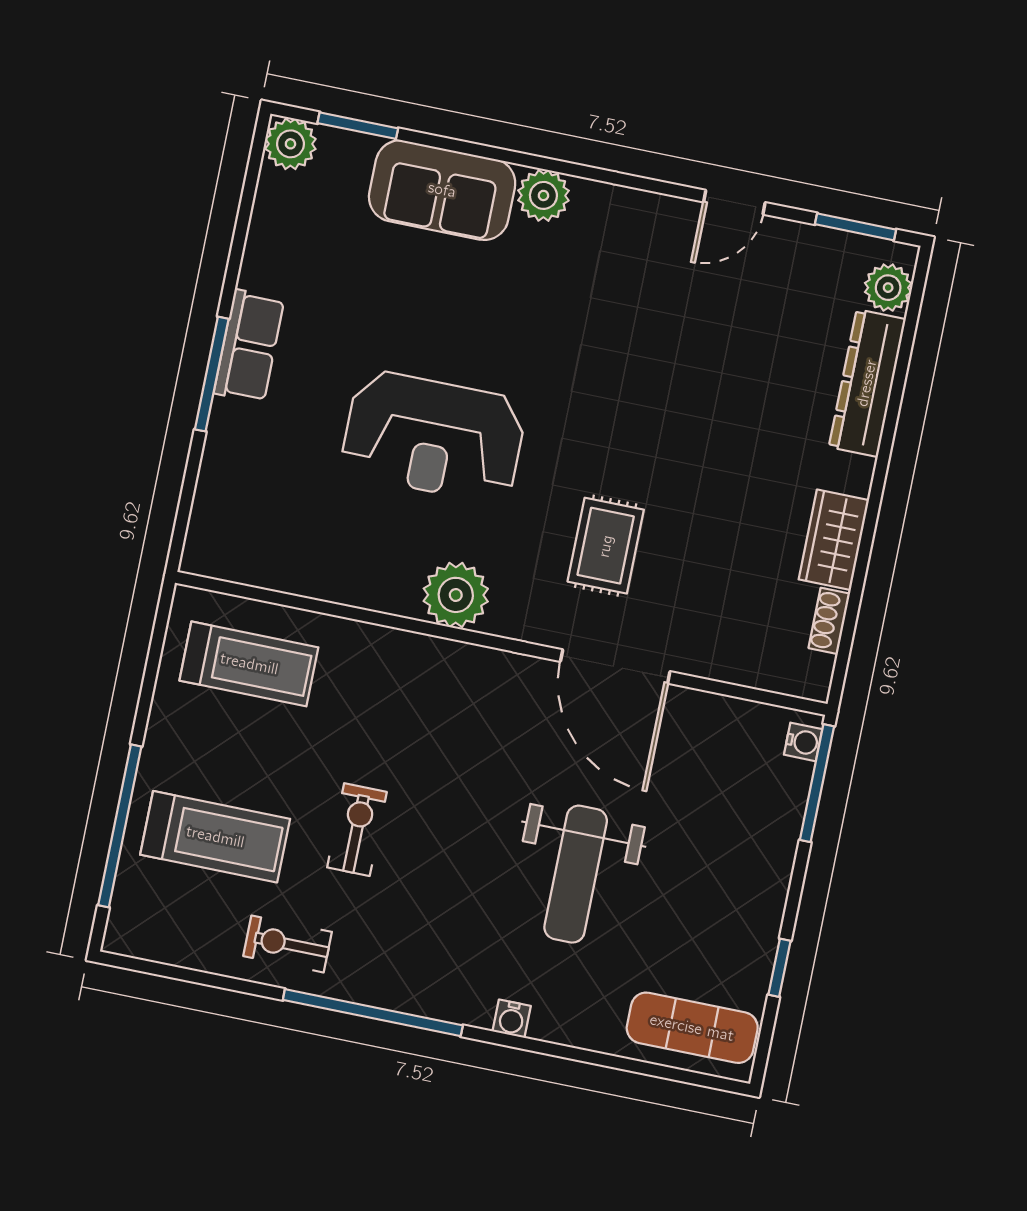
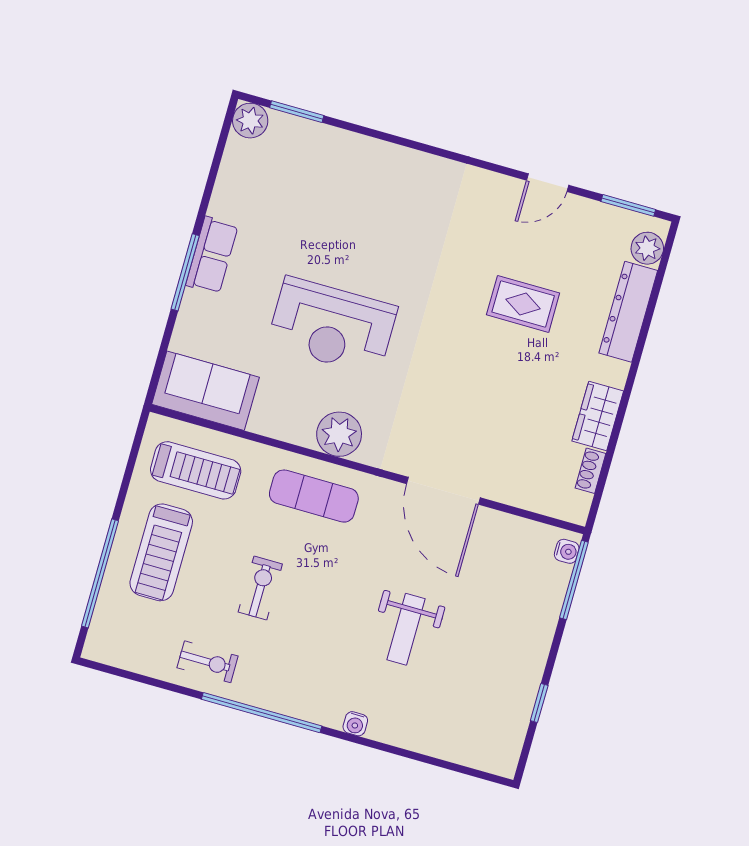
sofa: (442, 190) -> (205, 391), moved, turned 180
plant: (543, 195) -> (419, 168), removed
rug: (606, 546) -> (523, 304), moved, turned 90
treadmill: (215, 837) -> (161, 552), moved, turned 90
weight bench: (576, 874) -> (406, 629), width x0.73, depth x0.75
exercise bike: (288, 944) -> (208, 662), turned 180
exercise mat: (692, 1028) -> (314, 496), moved

